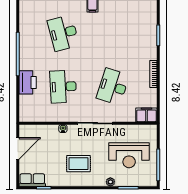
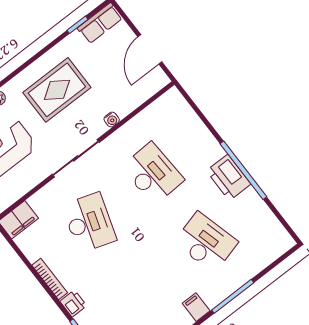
printer: (151, 53) -> (73, 303), added
printer: (28, 82) -> (229, 177), moved
rug: (78, 164) -> (57, 90), width x1.36, depth x1.43

